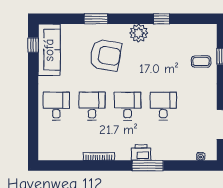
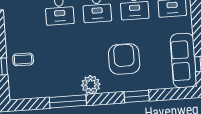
window: (162, 19) -> (68, 101), width x2.17
armchair: (105, 55) -> (124, 59), turned 80

